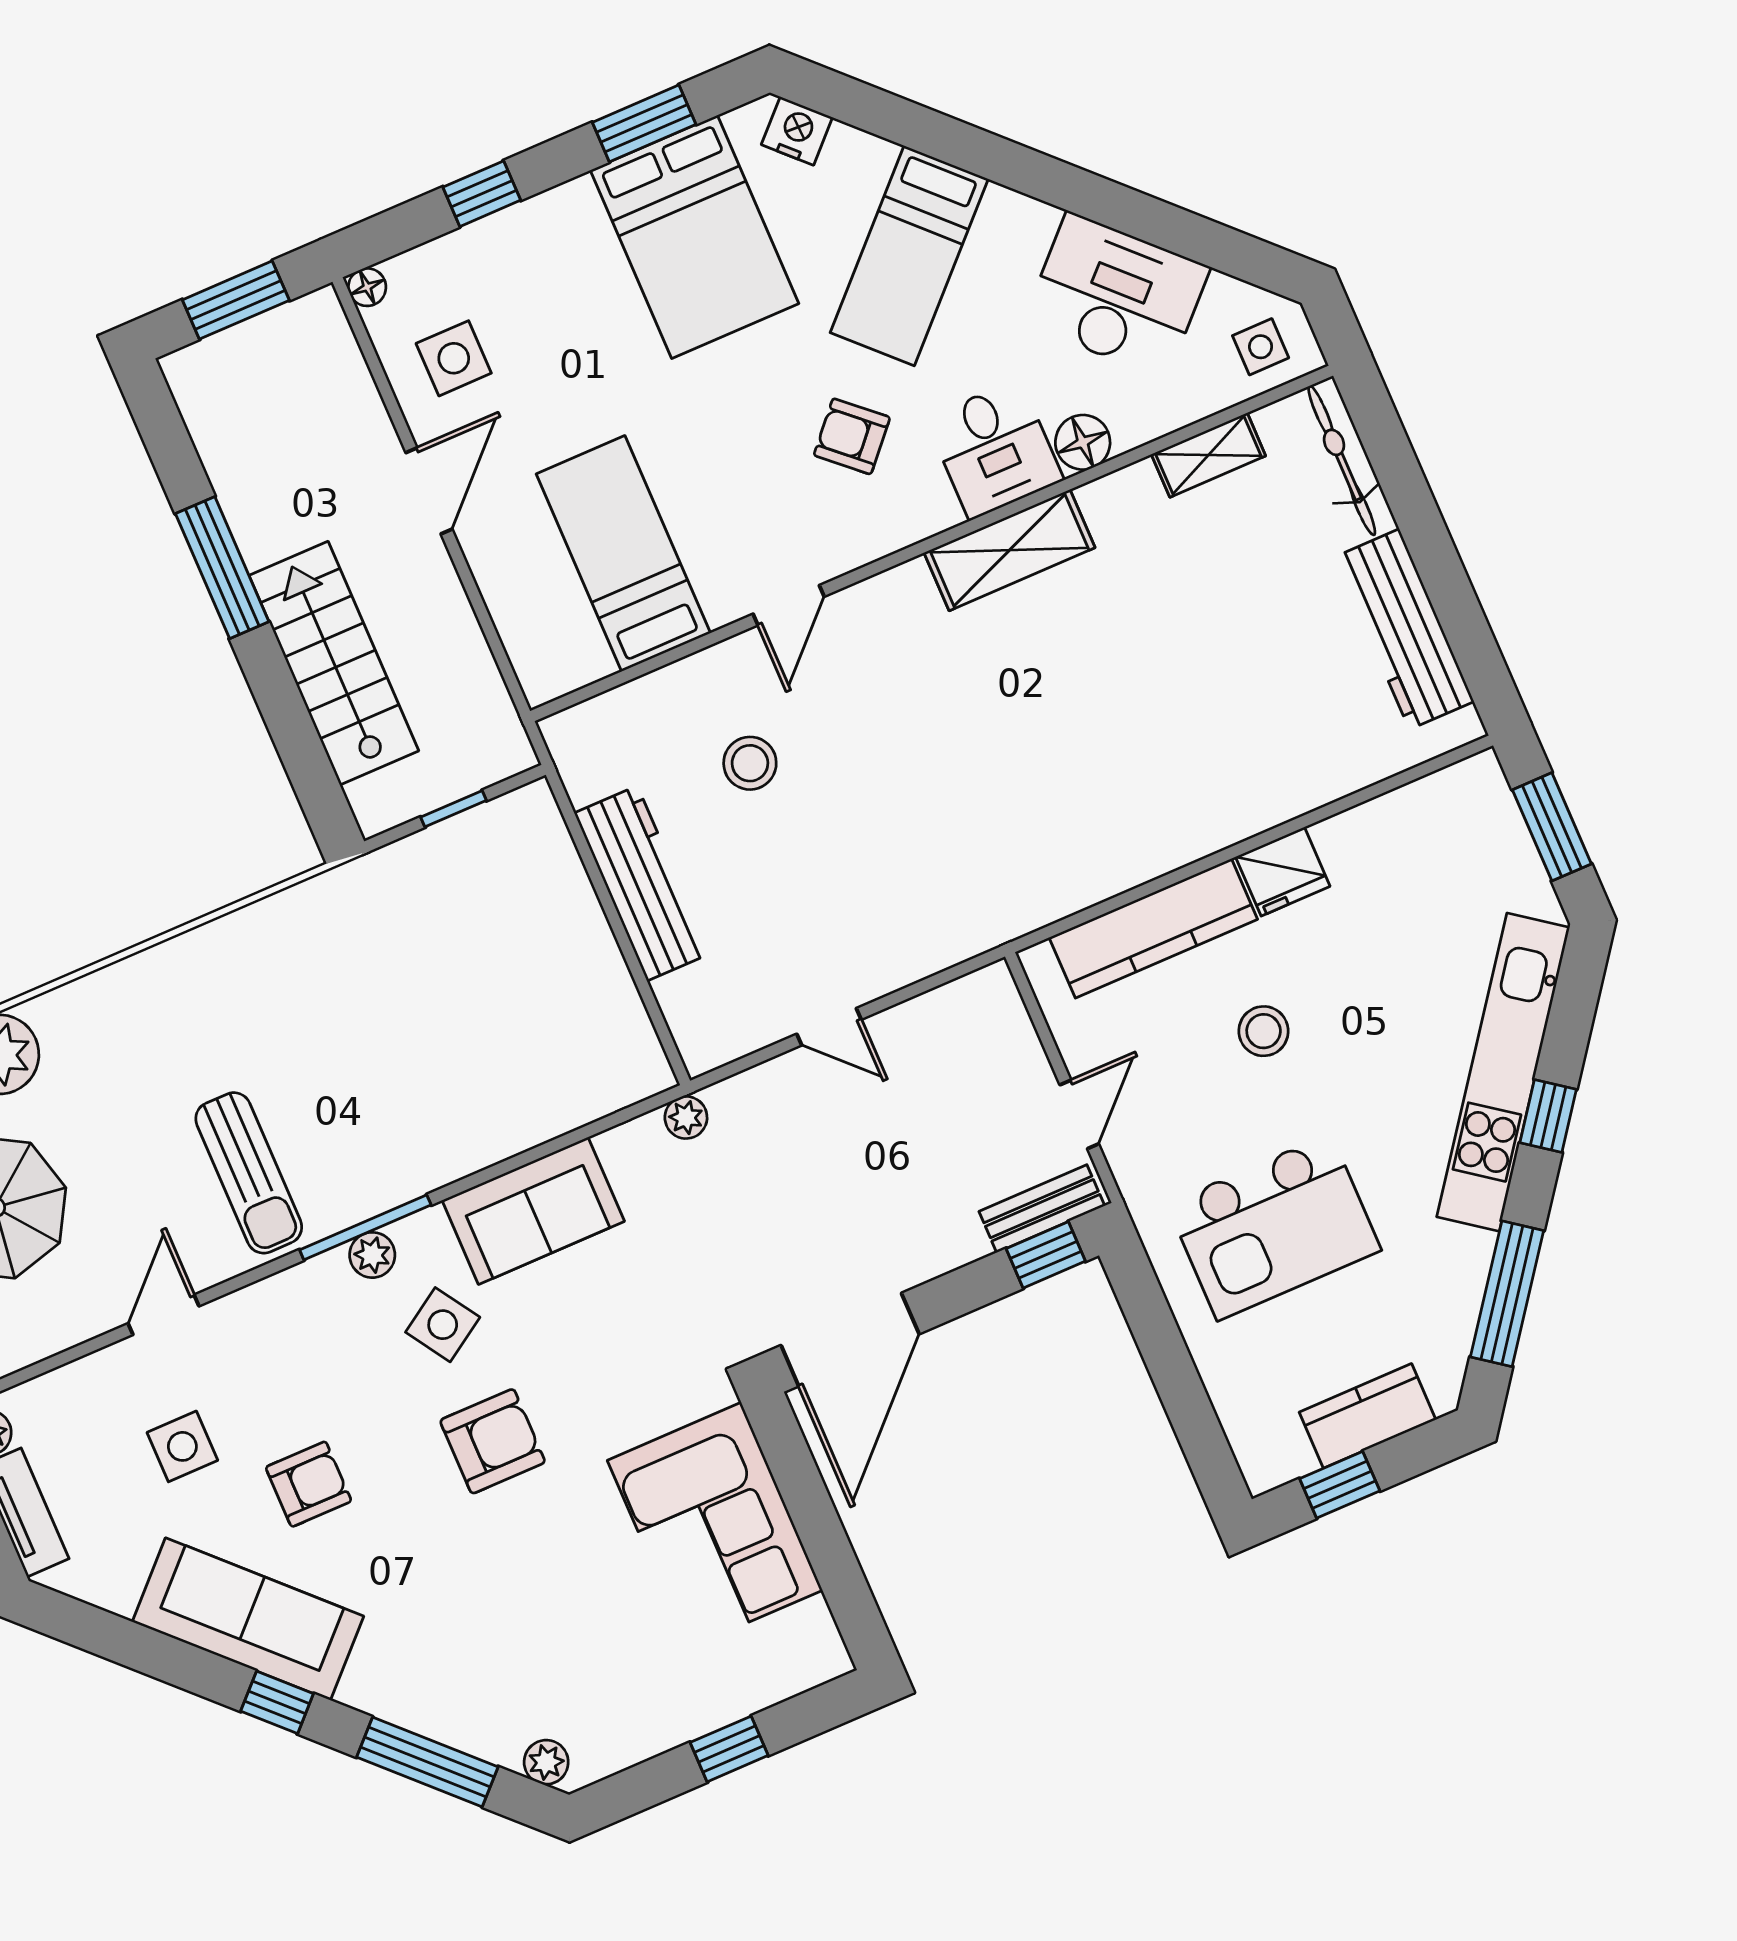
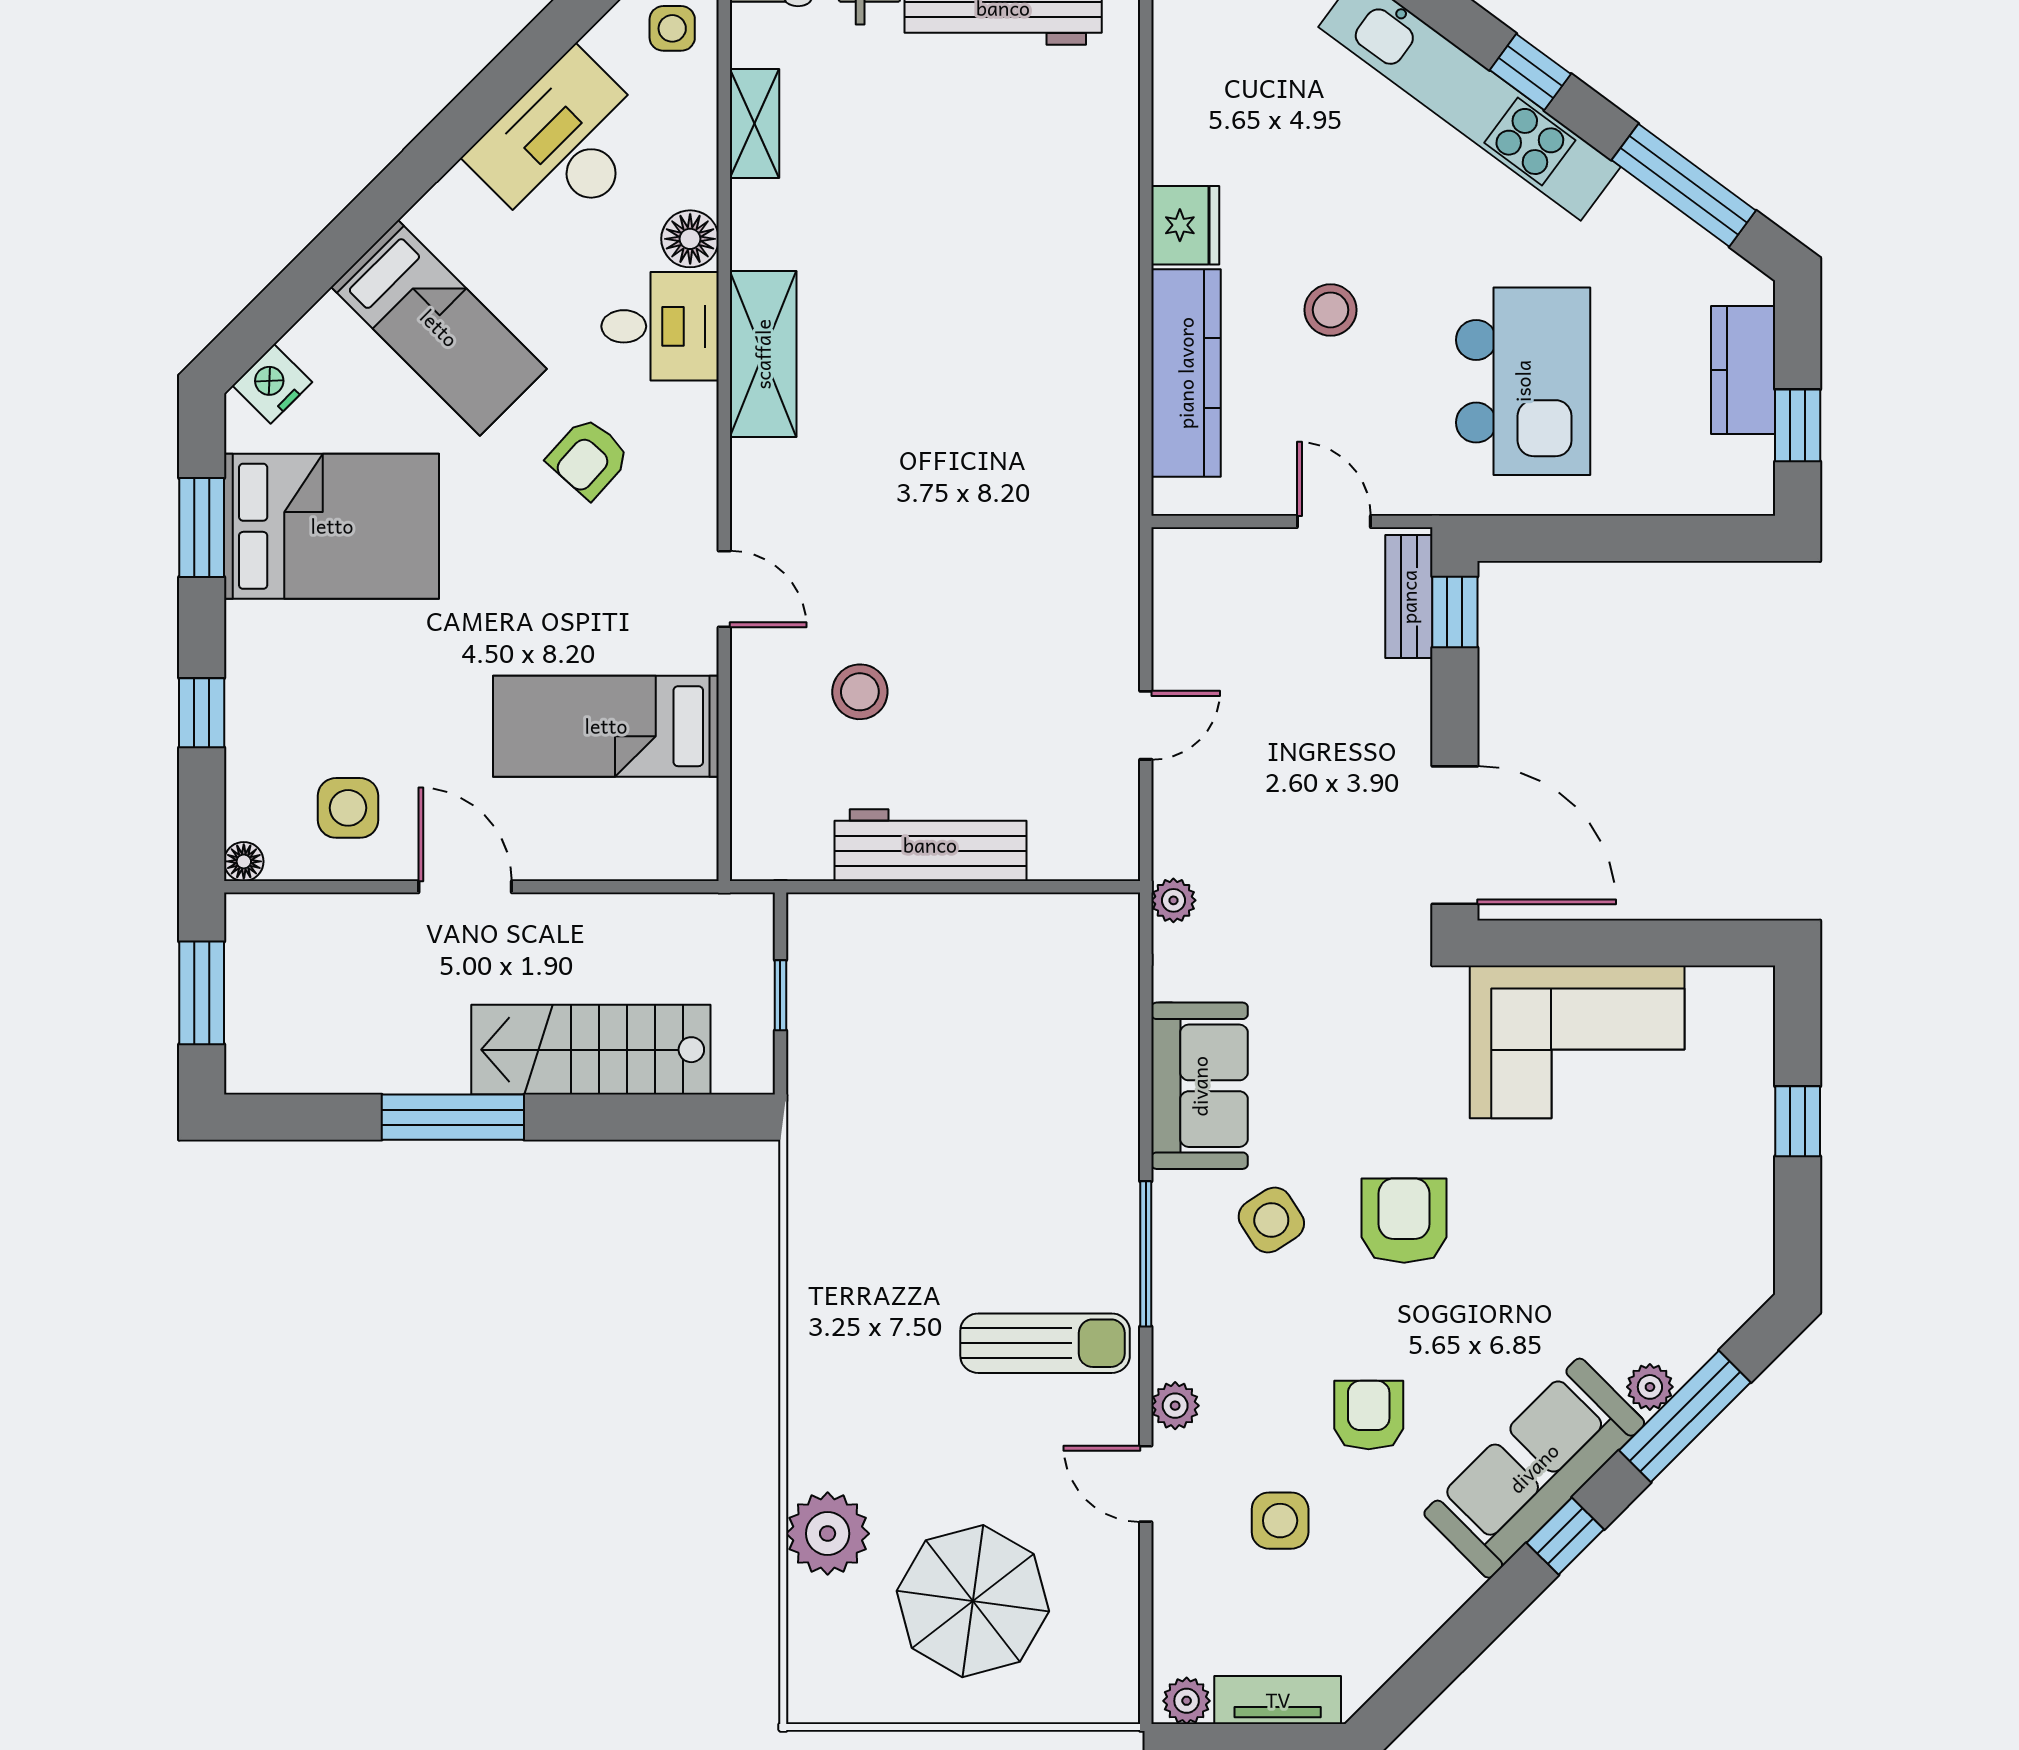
plant: (372, 1255) -> (1175, 1406), moved
sofa: (248, 1619) -> (1534, 1468), moved
plant: (546, 1762) -> (1650, 1387), moved

